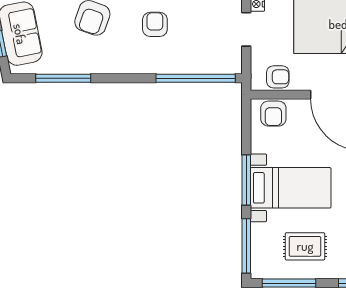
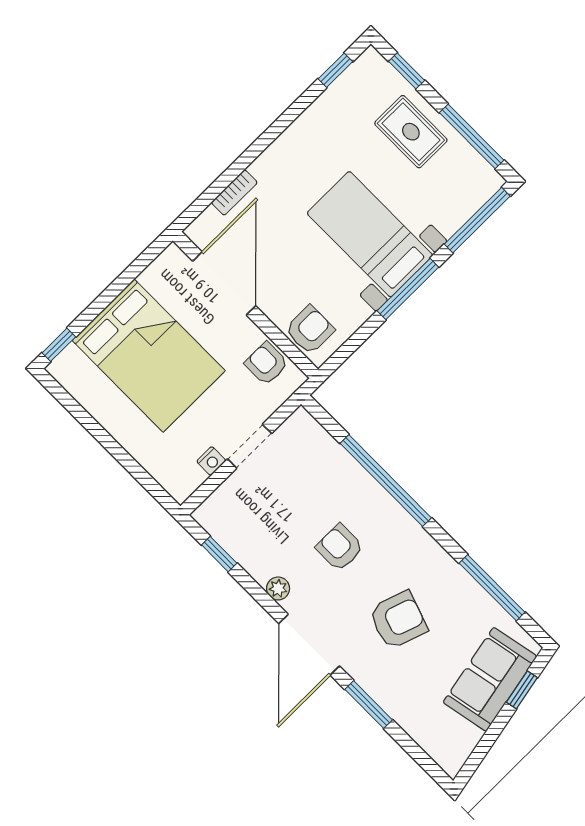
armchair: (155, 24) -> (340, 547), turned 90
window: (196, 78) -> (386, 481), moved
rug: (305, 246) -> (411, 132), moved

